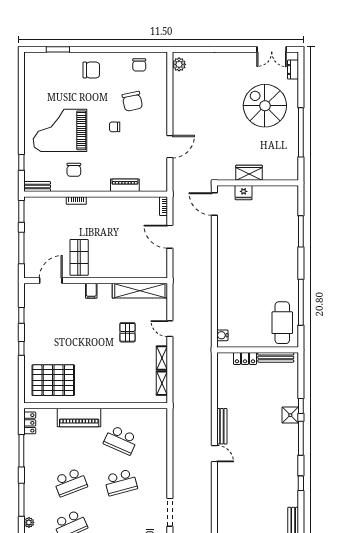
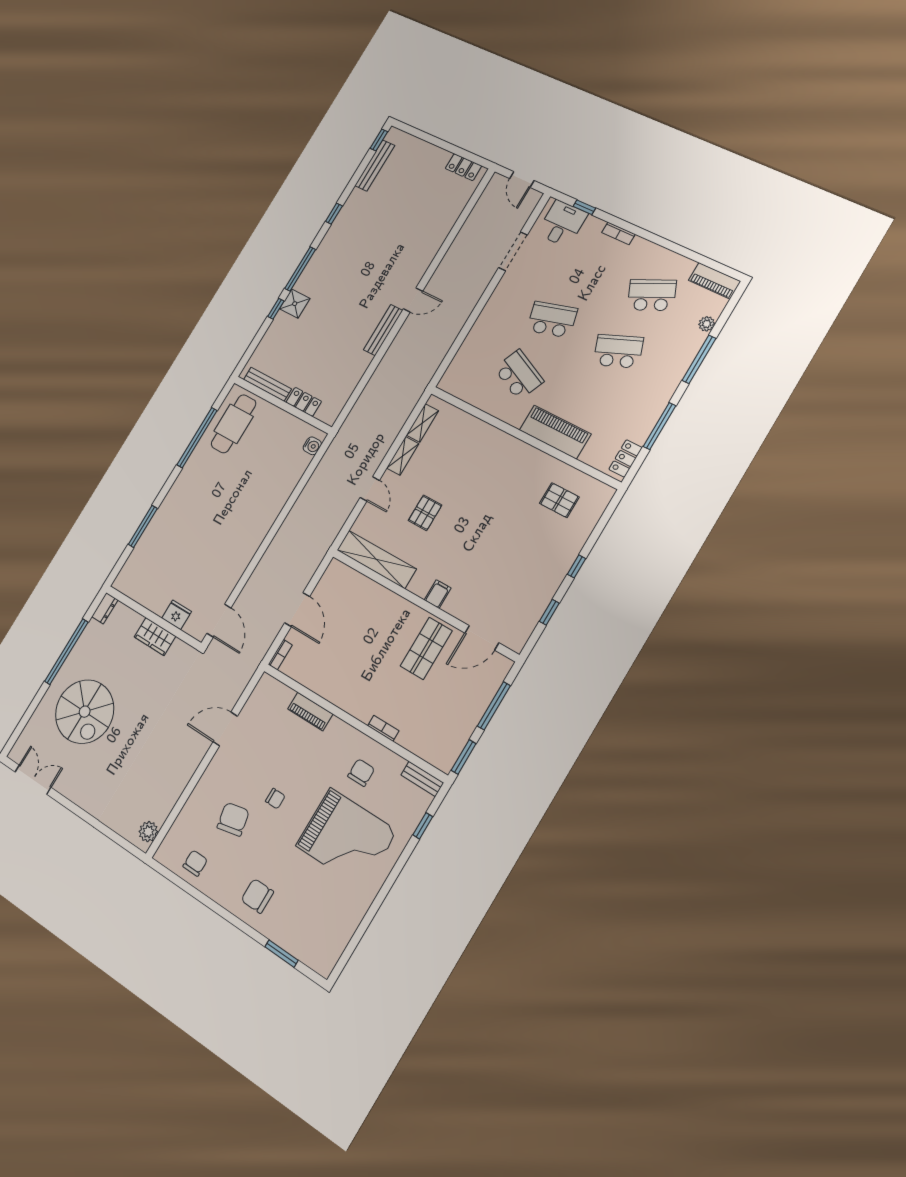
dresser: (293, 70) -> (105, 608), moved
pallet: (53, 380) -> (559, 500), width x0.49, depth x0.50
door: (214, 454) -> (413, 300), swing flipped

